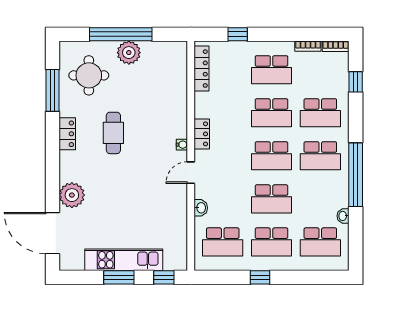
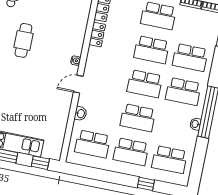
locker: (202, 134) -> (97, 34), moved
washbasin: (343, 216) -> (195, 124), moved
window: (260, 277) -> (146, 184), moved

